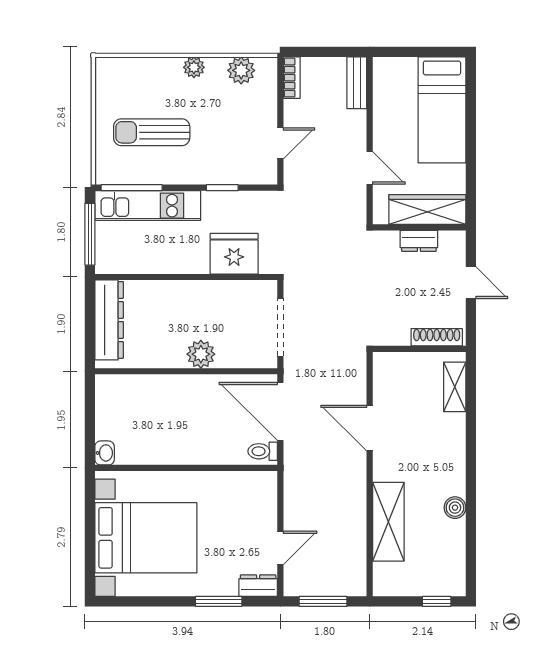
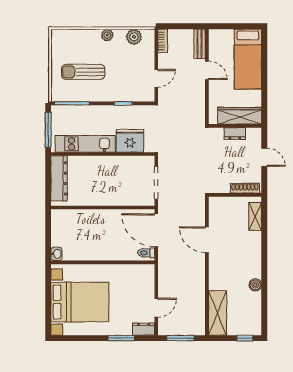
door: (370, 168) -> (207, 70), moved
kitchen unit: (148, 206) -> (85, 144), moved, turned 180
plant: (201, 354) -> (111, 198), removed
shelving: (388, 522) -> (217, 313), moved

